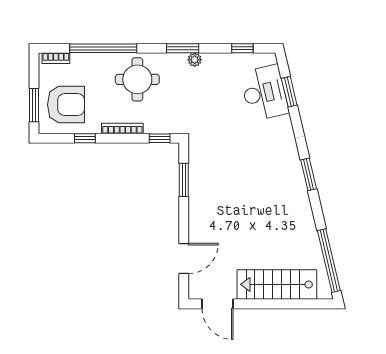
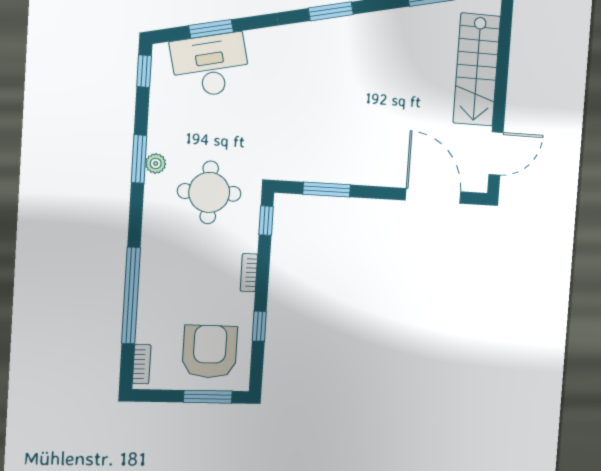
window: (183, 48) -> (139, 159), moved
window: (242, 48) -> (144, 71), moved
round table: (137, 79) -> (209, 192), moved
bookcase: (122, 128) -> (249, 273), width x0.64
door: (184, 258) -> (433, 196), width x1.36

